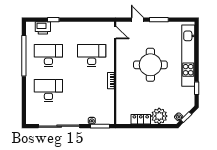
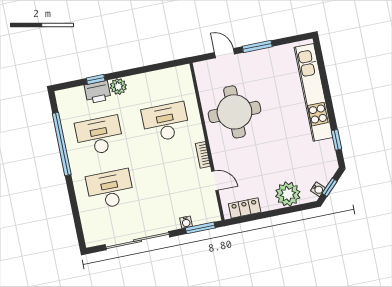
plant: (67, 27) -> (118, 86), added
printer: (43, 28) -> (98, 92), moved
door: (115, 33) -> (215, 181), moved
round table: (150, 65) -> (234, 112), moved
locker: (141, 119) -> (245, 208), moved

